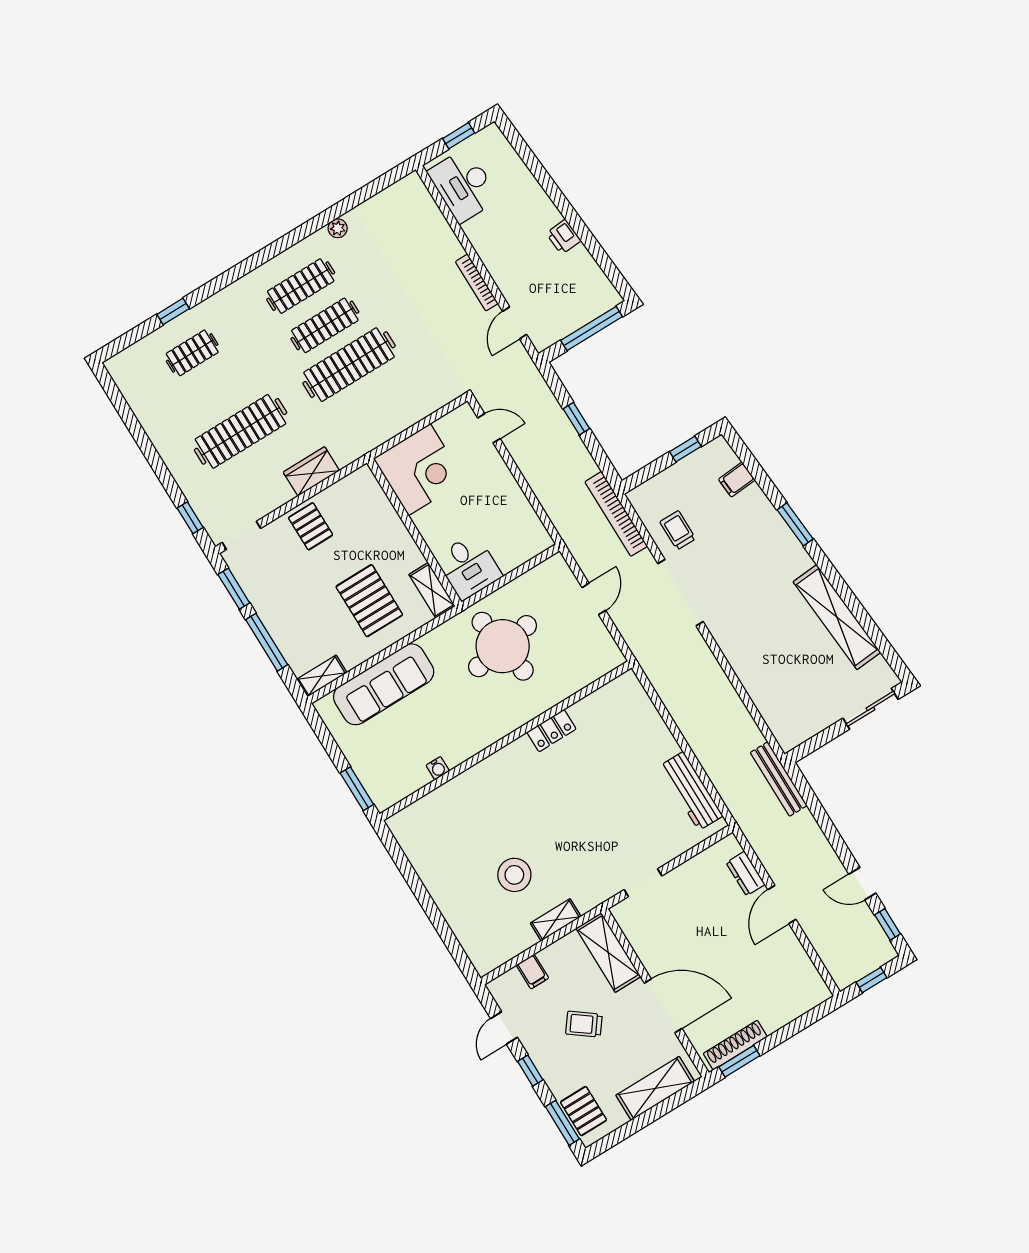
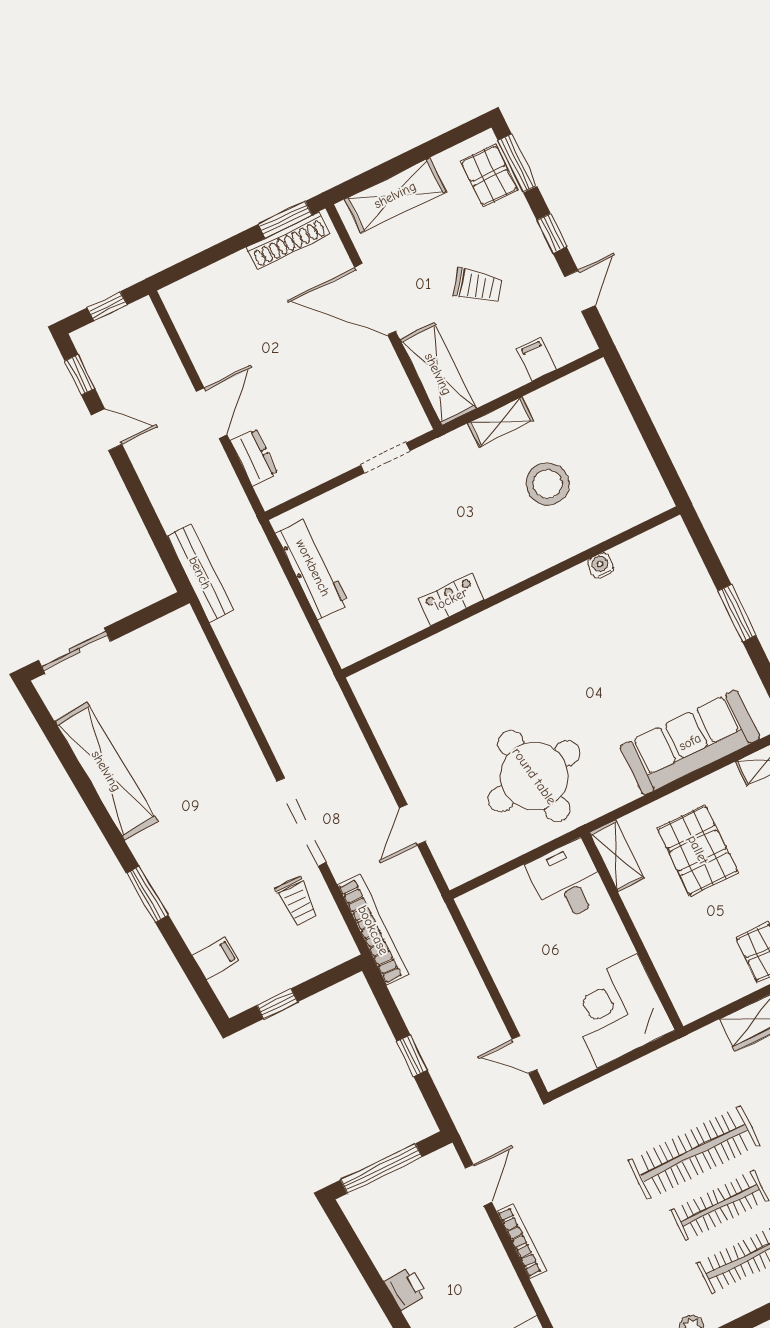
locker: (551, 731) -> (451, 599), moved
wall: (506, 741) -> (511, 592), moved
water cooler: (438, 768) -> (601, 566), moved

